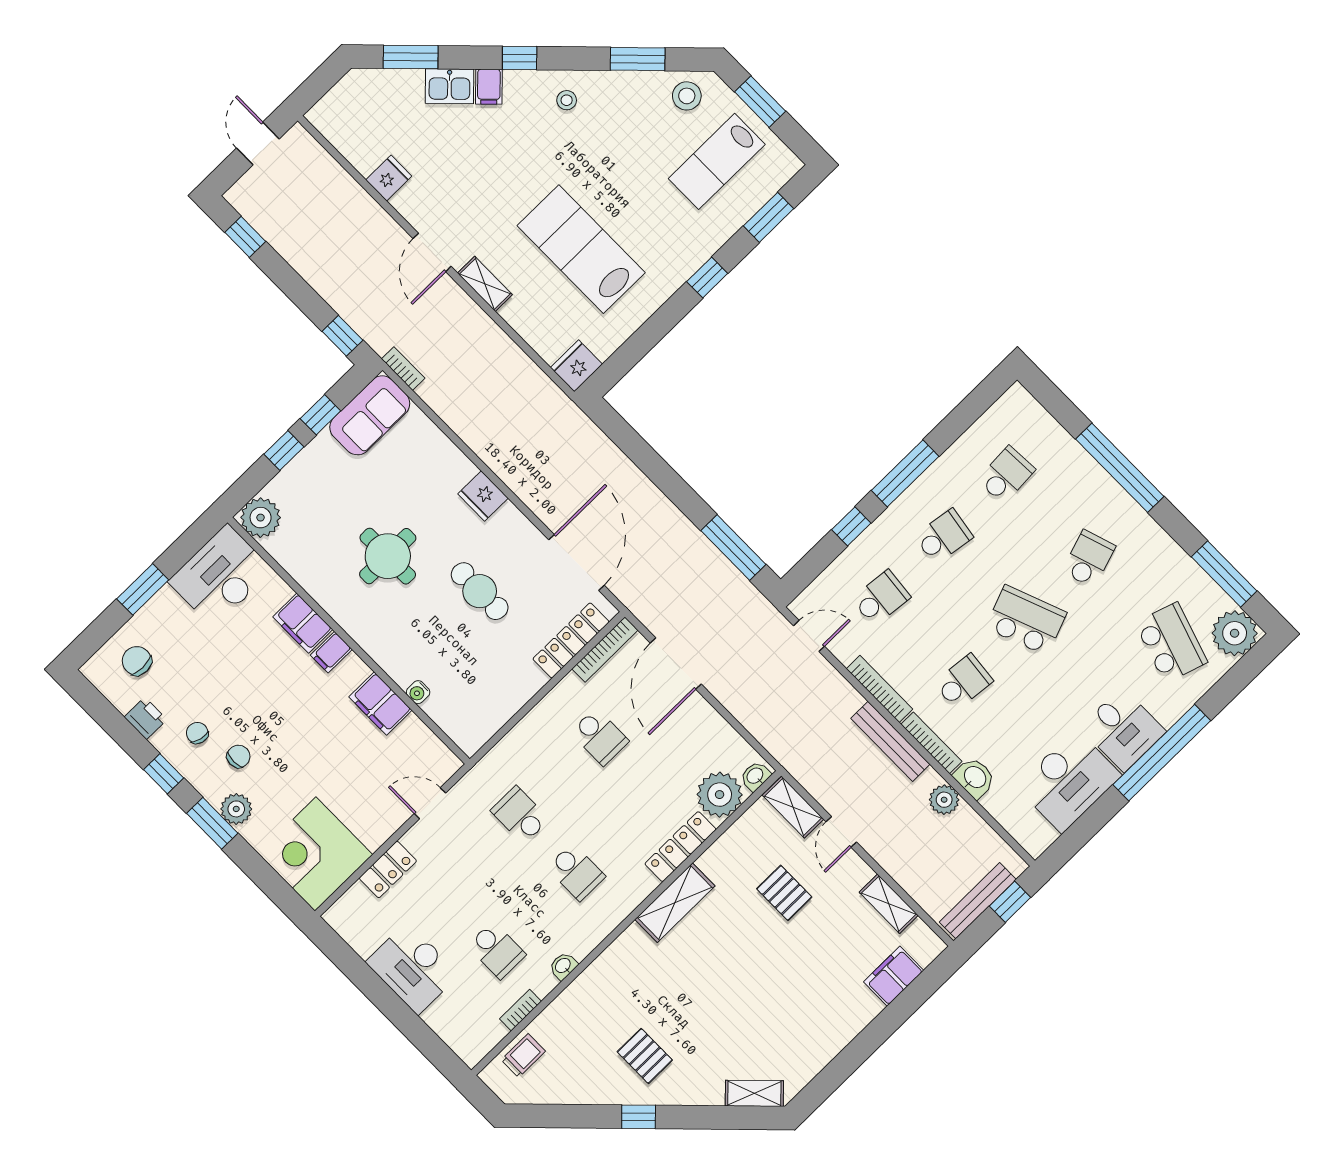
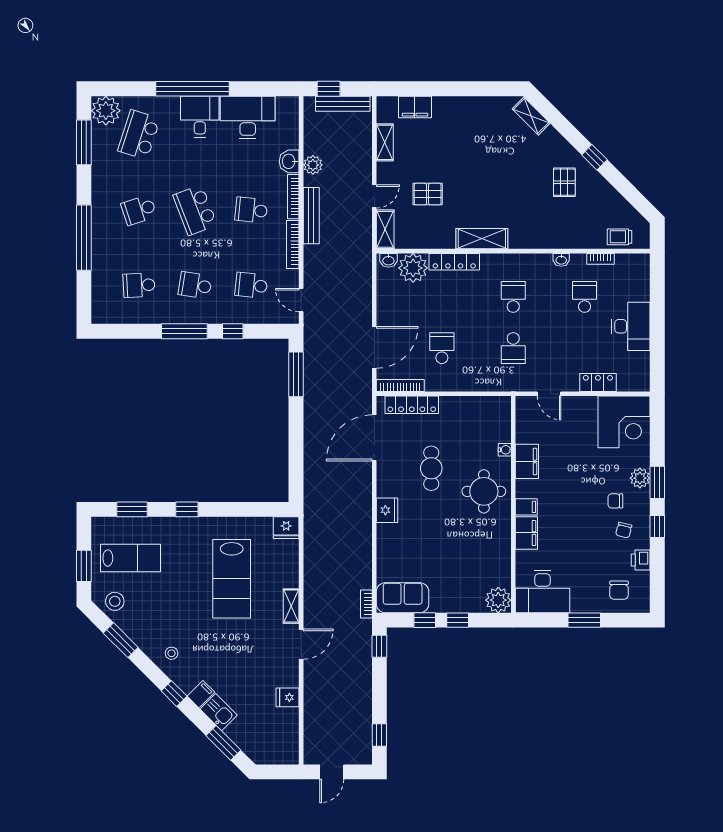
round table: (388, 556) -> (484, 491), moved
pallet: (784, 893) -> (428, 194), turned 90

